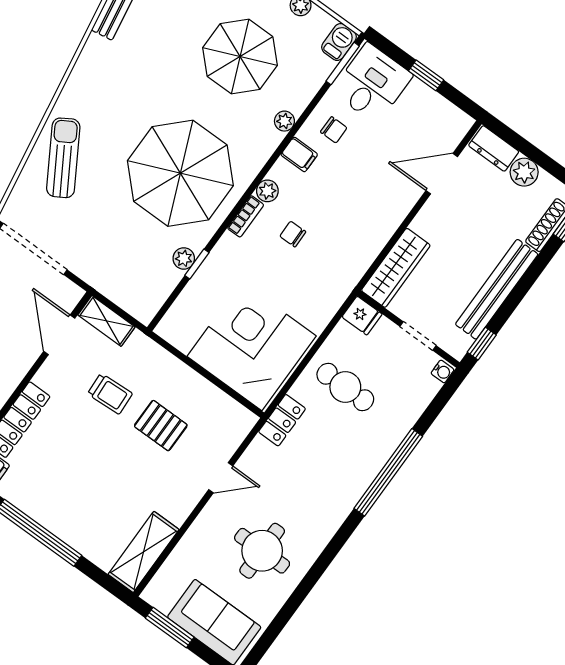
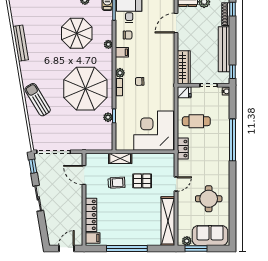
sun lounger: (63, 158) -> (38, 100), moved
shelving: (106, 321) -> (120, 158), moved
shelving: (144, 552) -> (168, 221), width x1.47
plant: (163, 601) -> (187, 241), added

